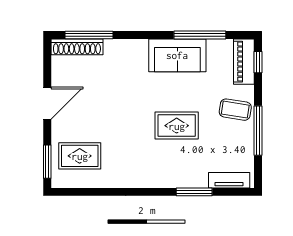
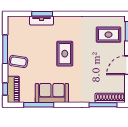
rug: (177, 126) -> (65, 54), moved, turned 90
tv unit: (229, 180) -> (42, 21), moved

